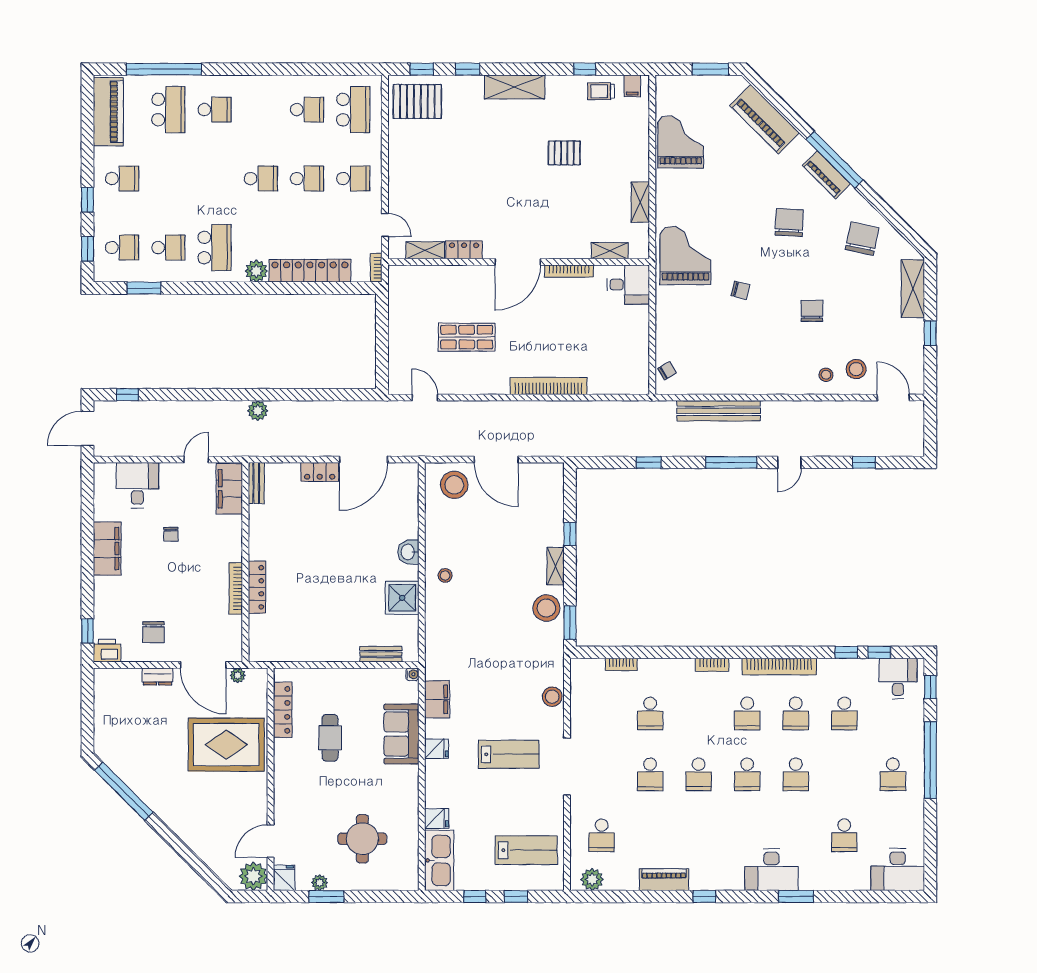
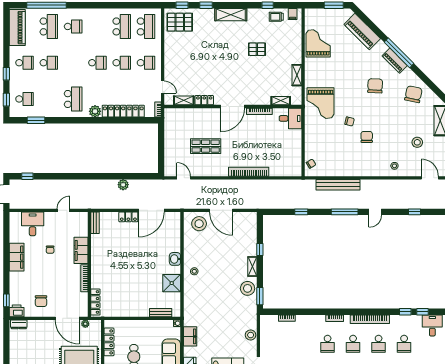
school desk: (307, 110) -> (122, 26), width x1.85
school desk: (168, 248) -> (49, 63), moved
grand piano: (685, 255) -> (321, 103), turned 180
chair: (812, 311) -> (367, 137), moved
stool: (856, 369) -> (417, 142), moved
plant: (258, 411) -> (123, 185), moved
filing cabinet: (229, 489) -> (81, 250), moved
locker: (257, 587) -> (95, 302), moved
dresser: (158, 676) -> (19, 324), moved
school desk: (650, 713) -> (328, 344), moved

